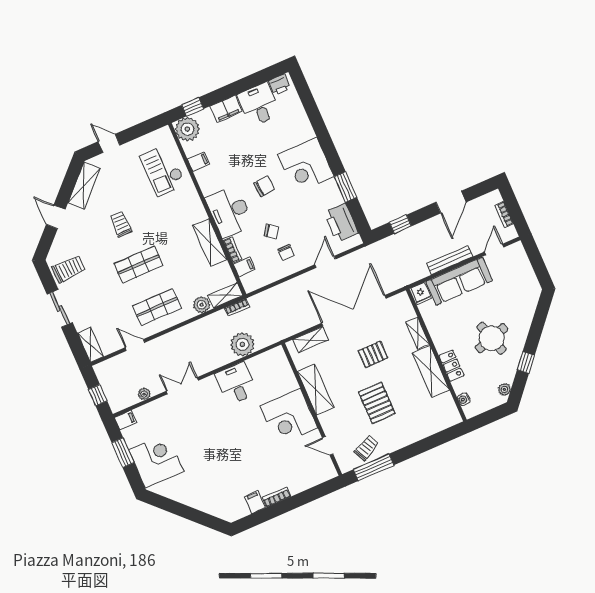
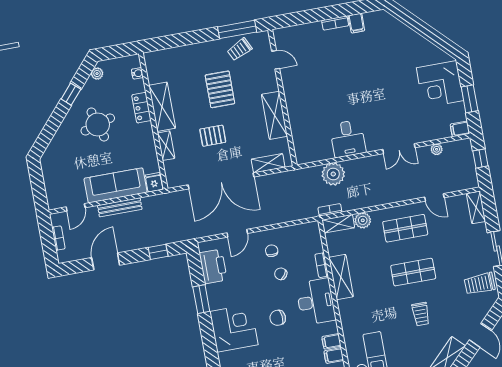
filing cabinet: (244, 267) -> (331, 341), moved
corner desk: (289, 417) -> (305, 96), removed

